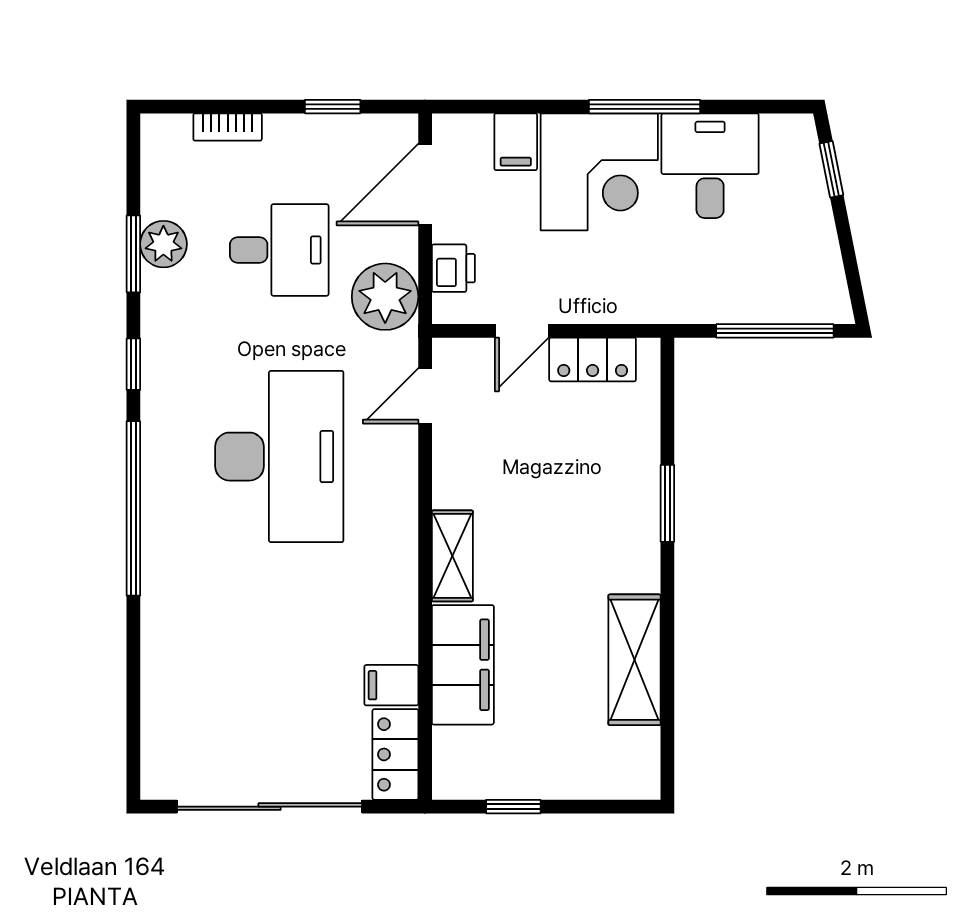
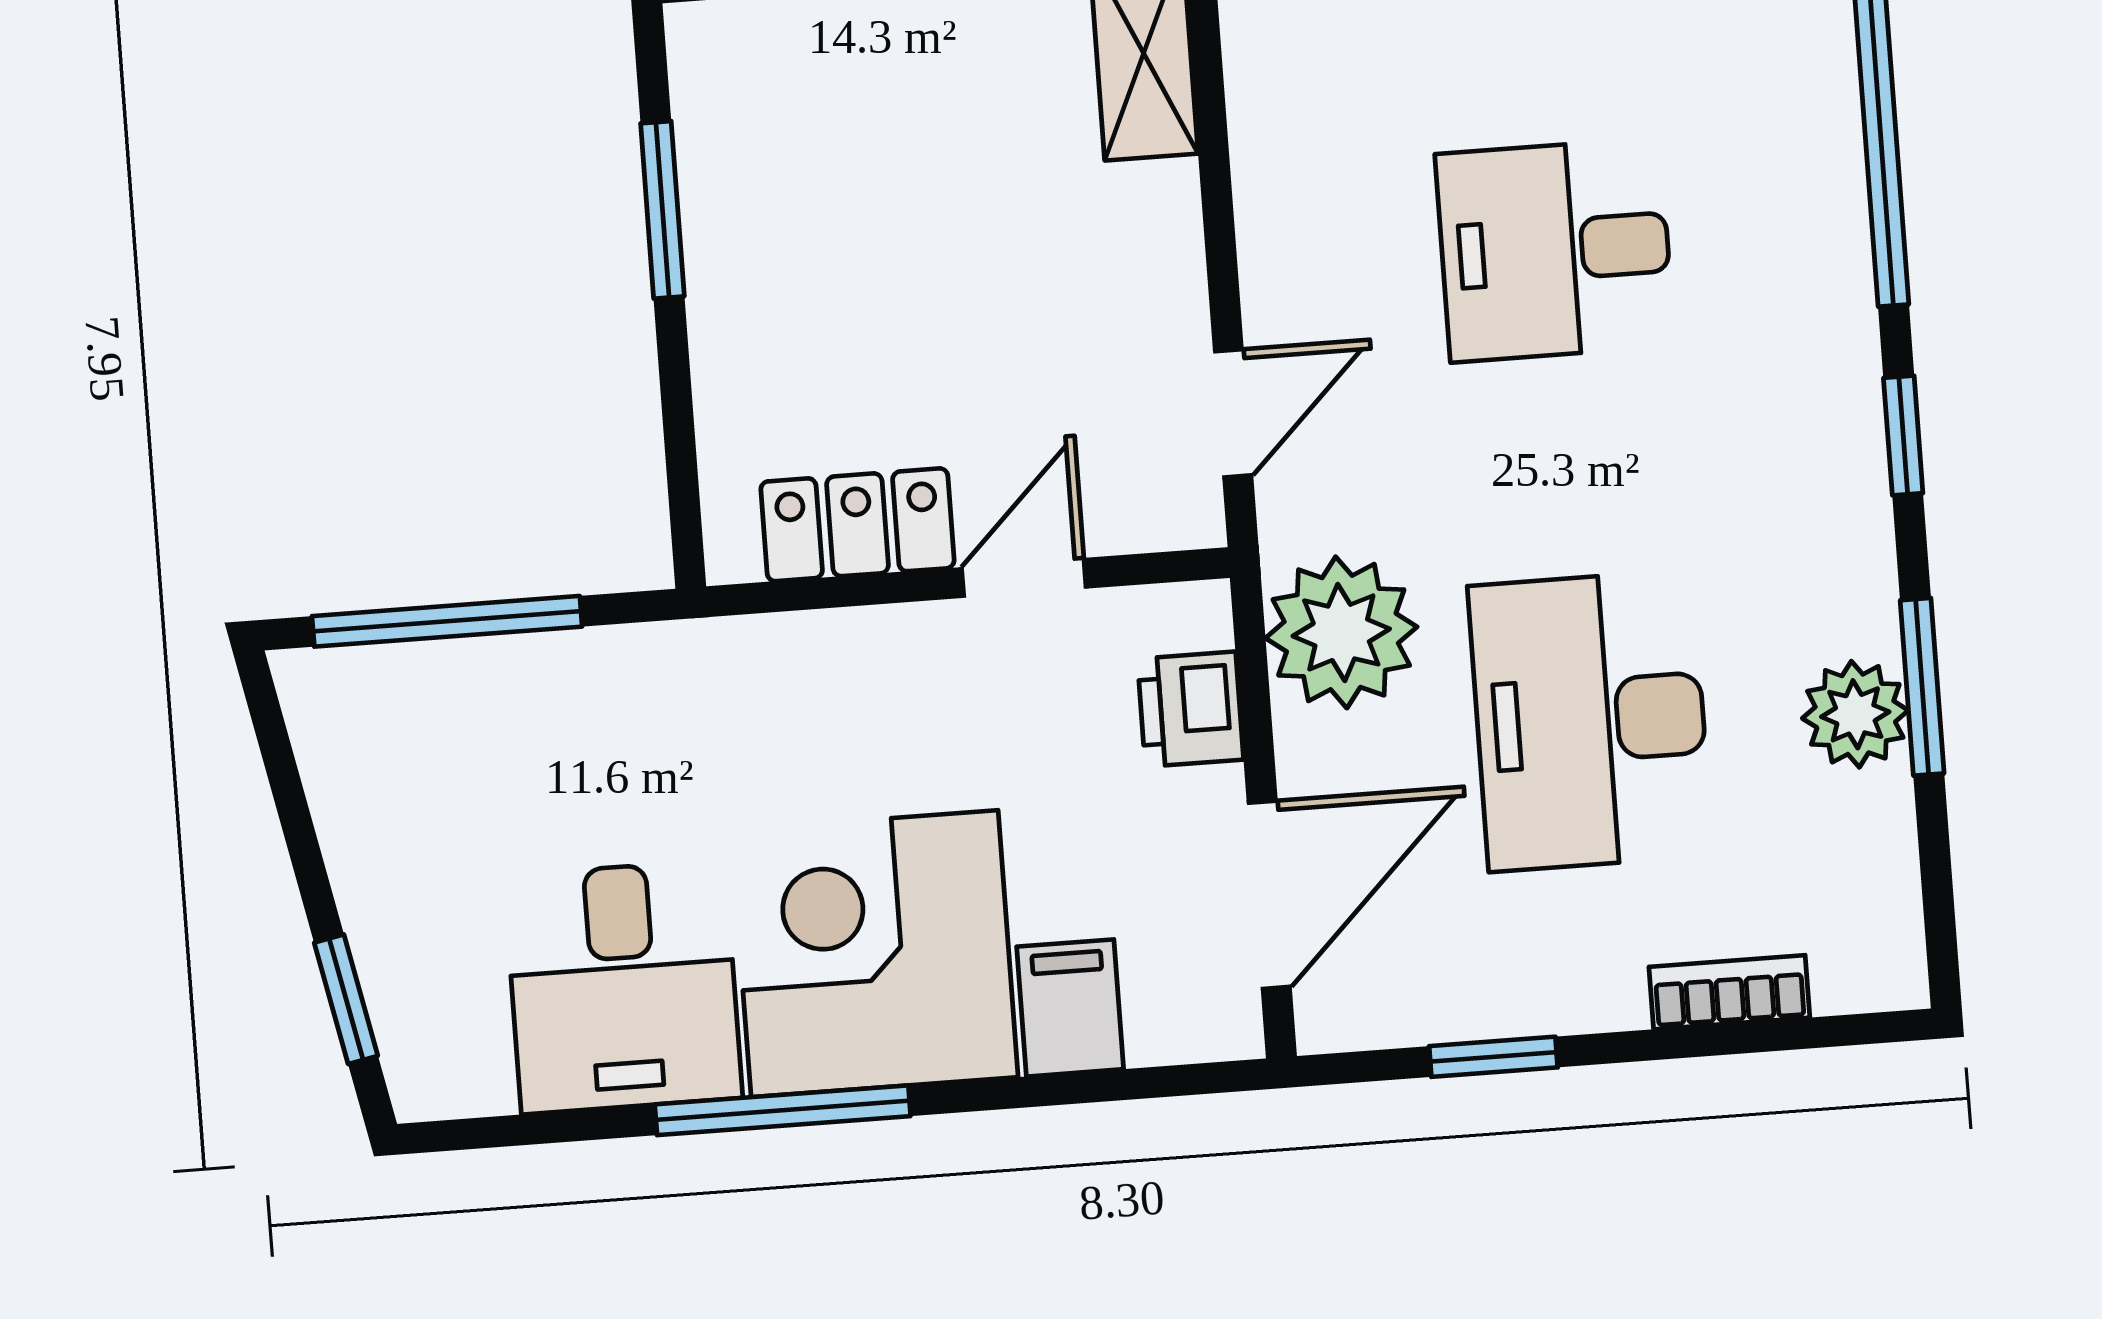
desk: (279, 250) -> (1590, 721), width x1.37
desk: (279, 457) -> (1555, 250), width x0.53, depth x0.77

